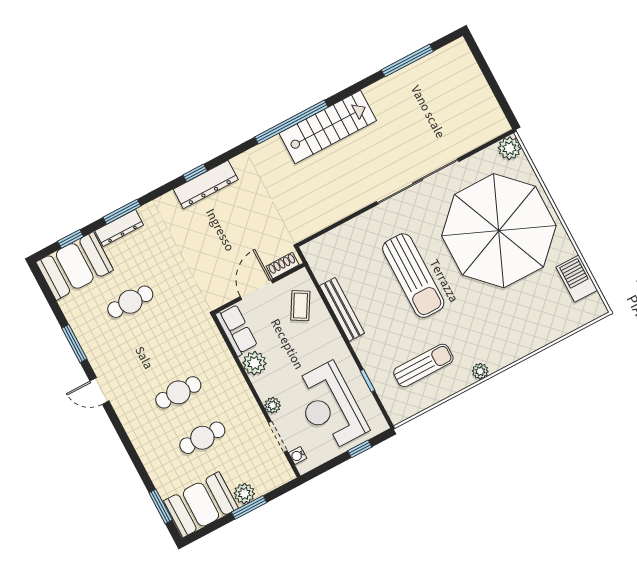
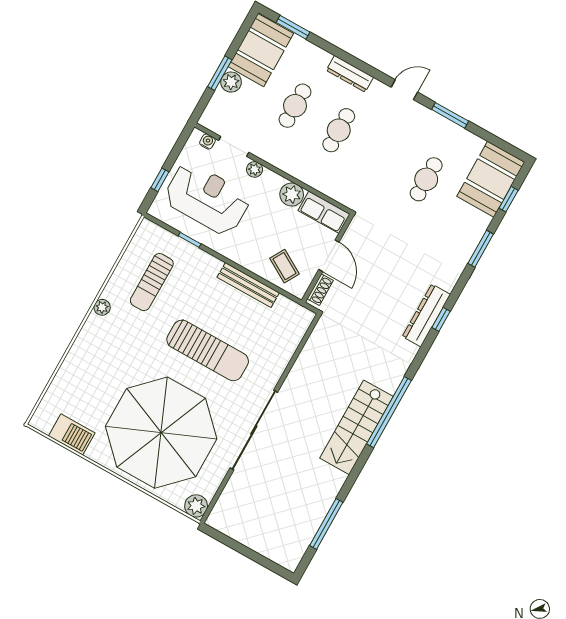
dresser: (119, 228) -> (350, 74), moved, turned -90
sun lounger: (413, 276) -> (208, 350), turned 180

